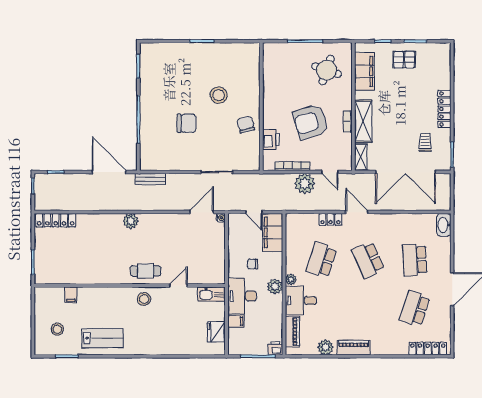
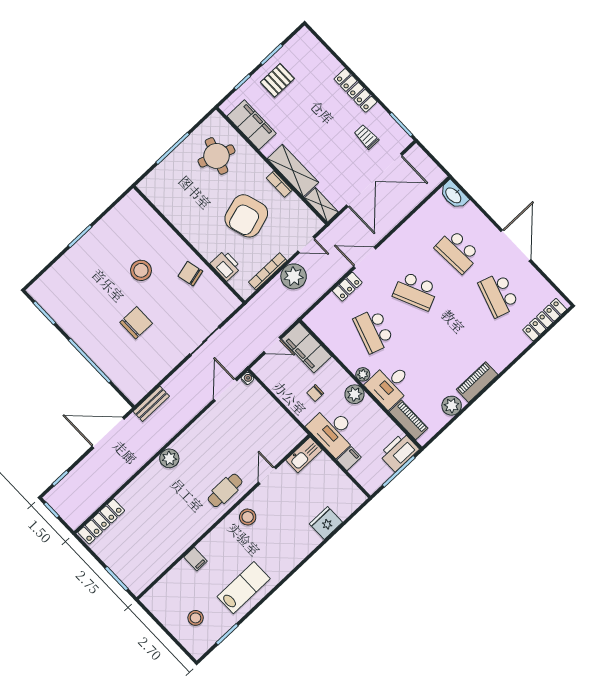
filing cabinet: (71, 295) -> (195, 559), moved
fridge: (216, 332) -> (326, 523), moved, turned 90
printer: (275, 348) -> (399, 452), width x1.87, depth x1.48

